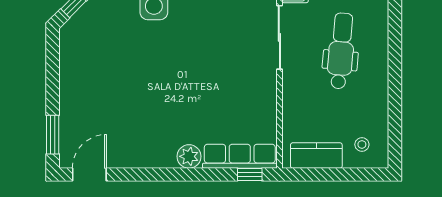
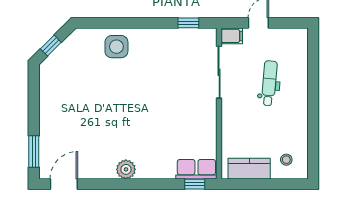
dental chair: (341, 51) -> (269, 83), width x0.73, depth x0.72
plant: (189, 156) -> (126, 169), moved
row of seats: (240, 156) -> (196, 169), width x0.68

